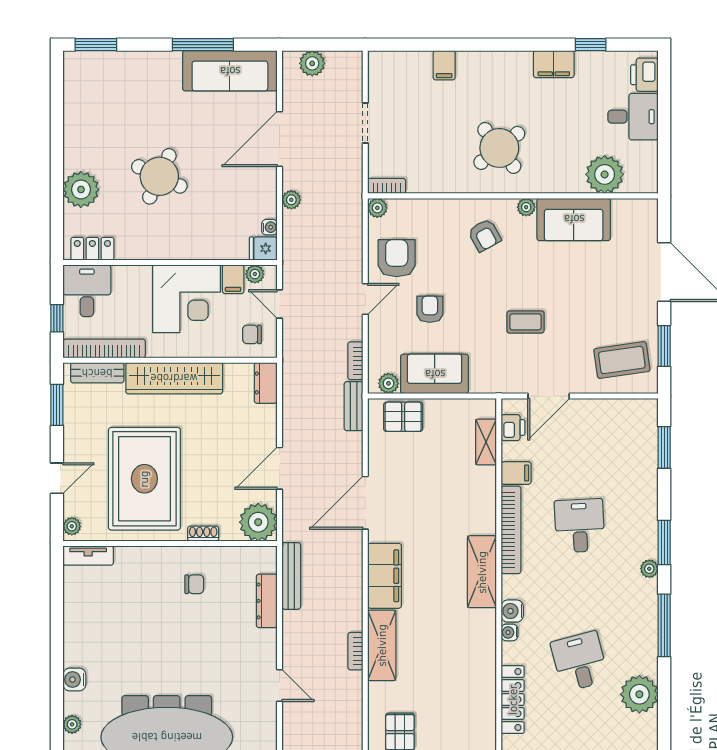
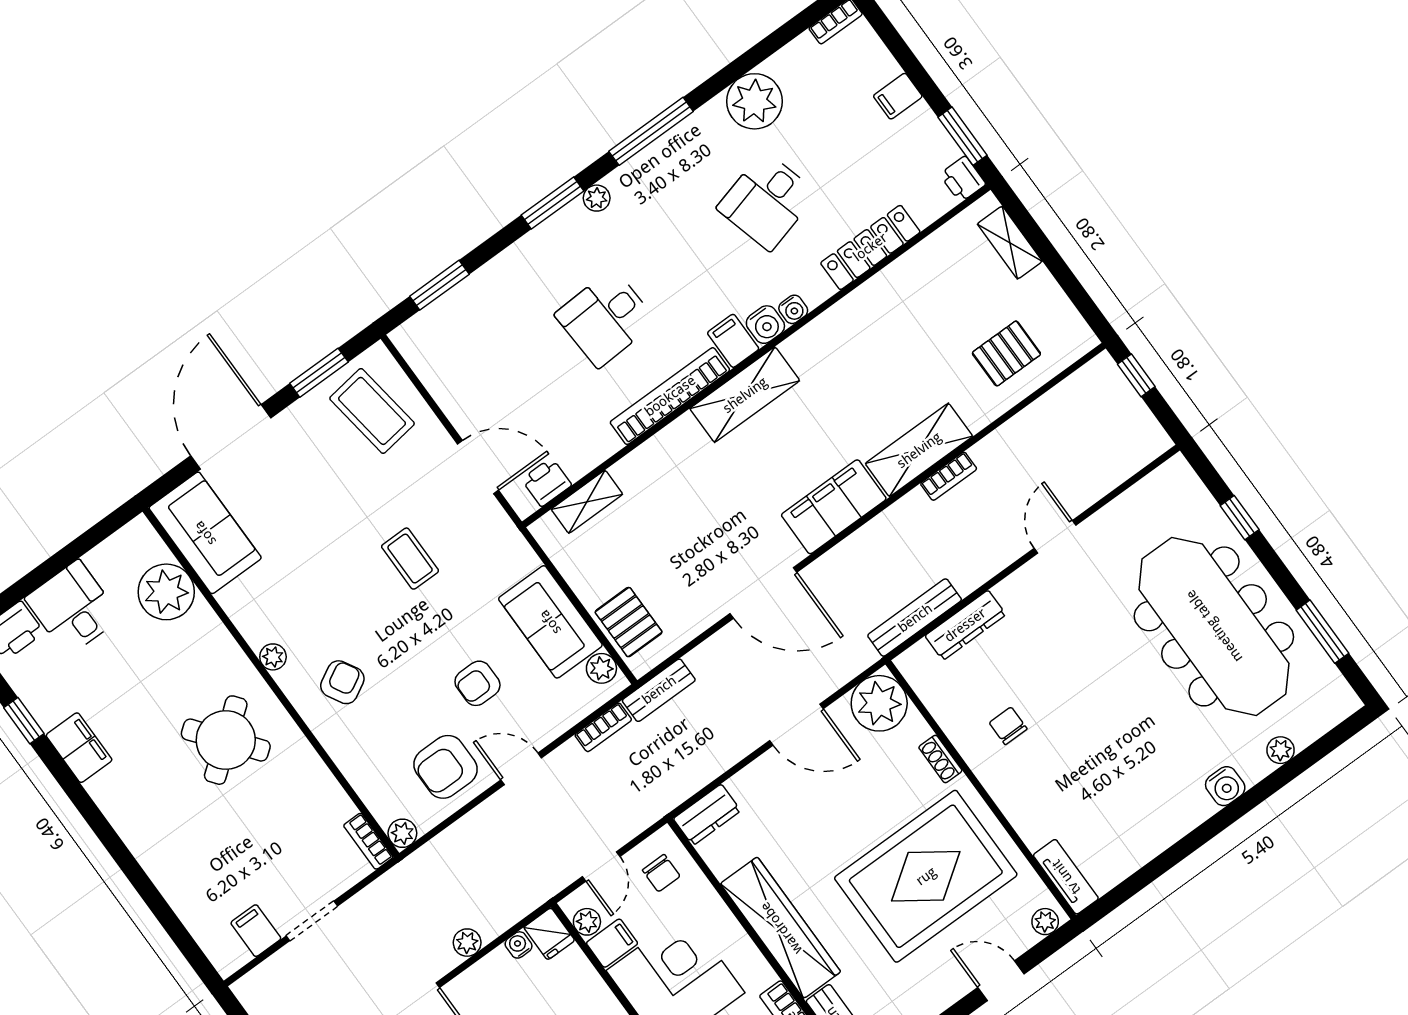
filing cabinet: (444, 65) -> (256, 931), moved, turned -90
sofa: (574, 219) -> (205, 533), moved
filing cabinet: (516, 473) -> (733, 341), moved

